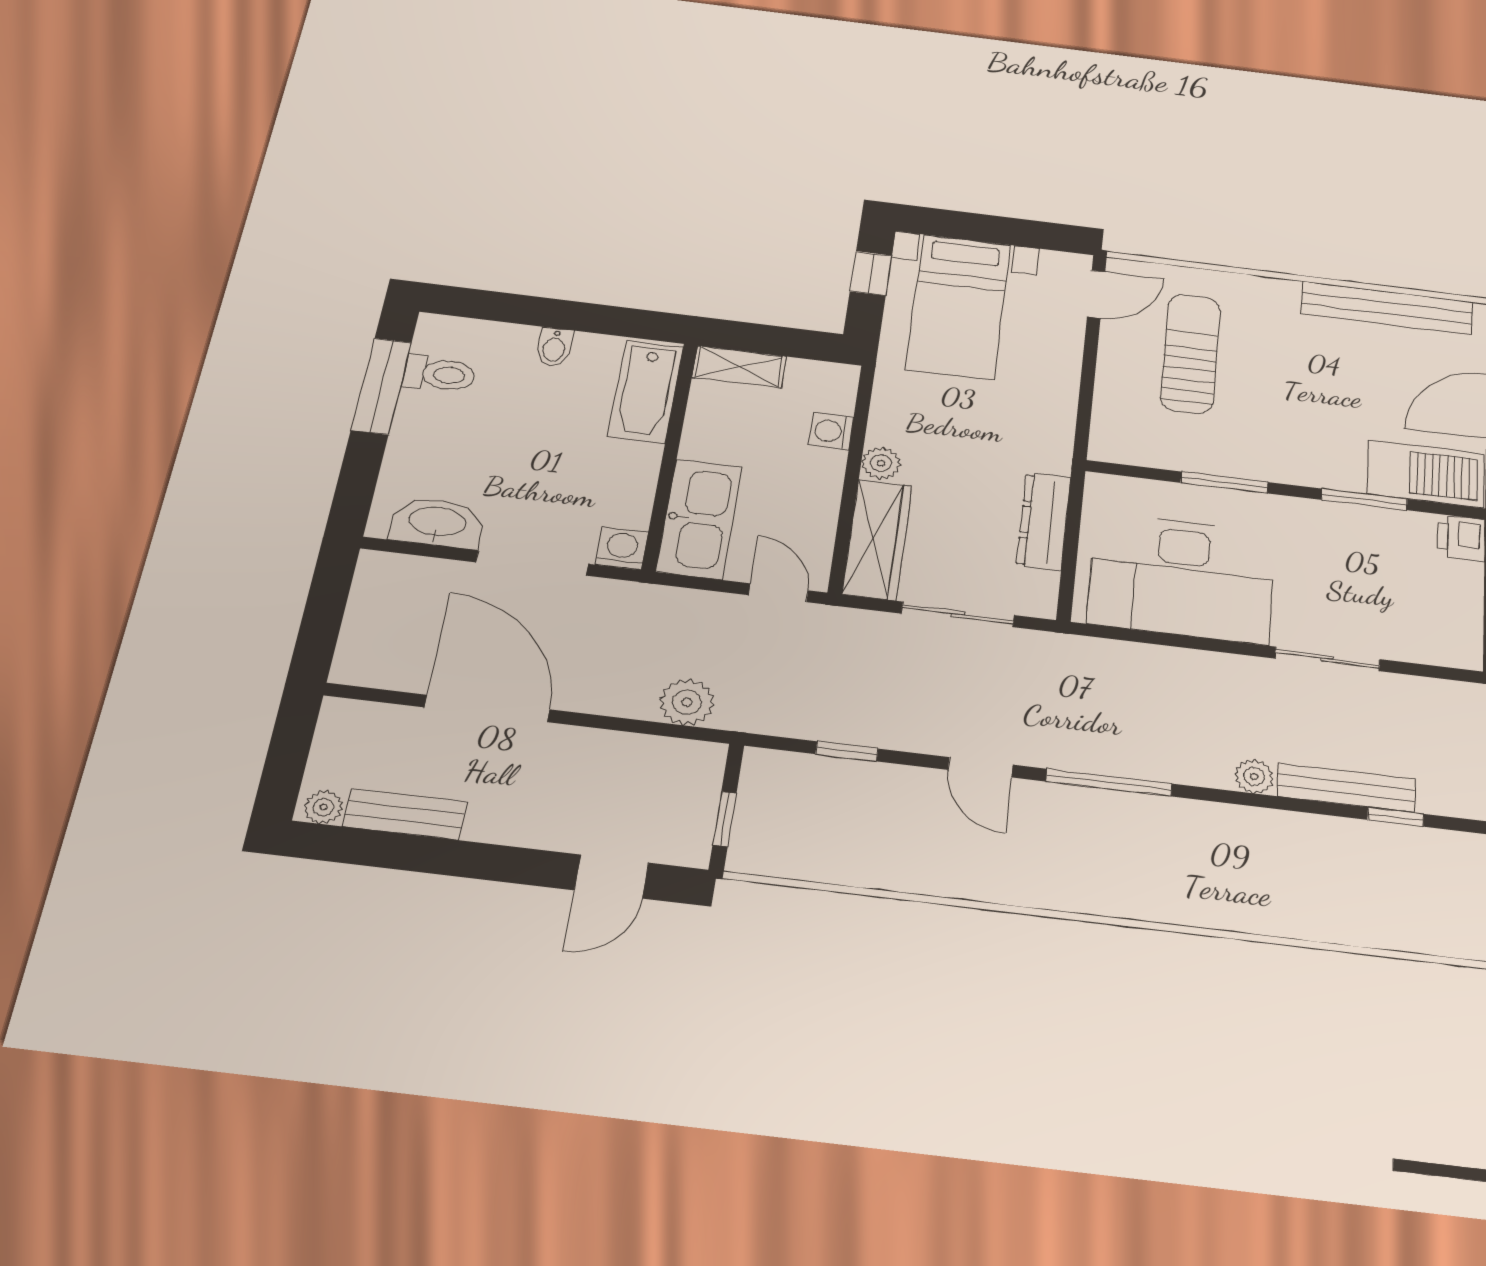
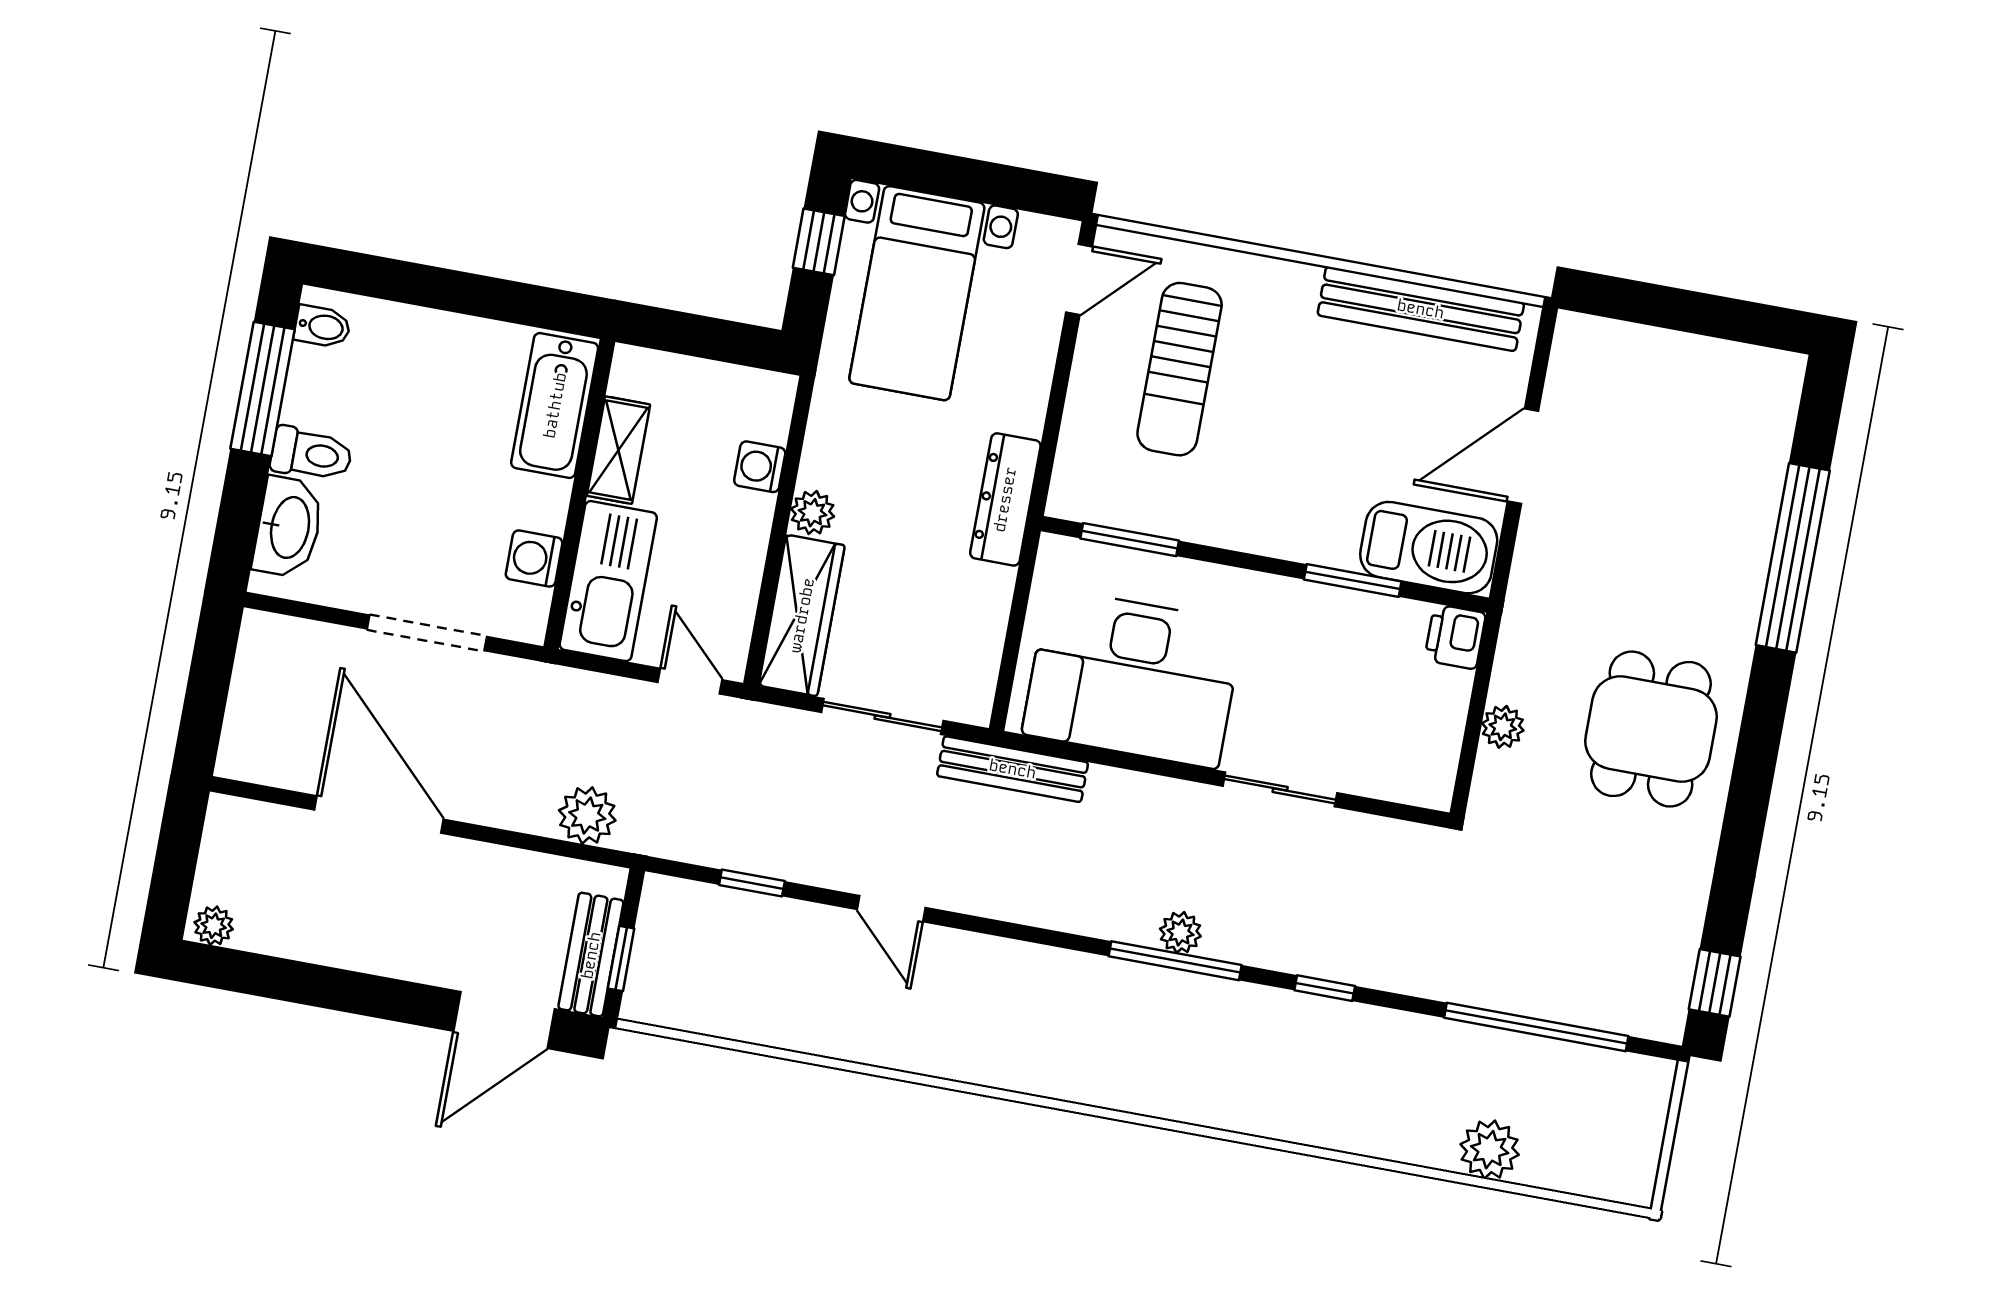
bidet: (554, 347) -> (322, 327), moved, turned -90
sun lounger: (1190, 353) -> (1180, 369), turned 180
shelving: (739, 367) -> (619, 450), moved, turned 90
toilet: (439, 374) -> (311, 454), moved
window: (1224, 482) -> (1130, 540), moved
dresser: (1044, 521) -> (1005, 499), moved
washbasin: (437, 523) -> (288, 527), moved, turned 90
washing machine: (622, 548) -> (534, 559), moved, turned -90
window: (1109, 783) -> (1175, 961), moved
bench: (1346, 788) -> (1013, 769), moved
bench: (405, 814) -> (591, 955), moved, turned 90
door: (612, 877) -> (504, 1020), width x1.38

